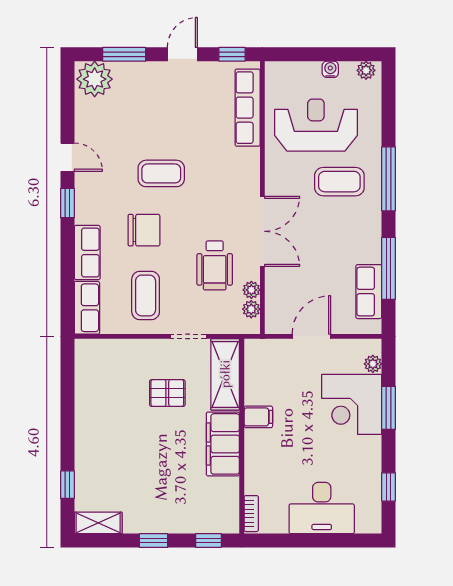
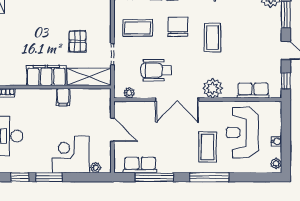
row of seats: (248, 108) -> (253, 91), width x0.68
reception desk: (316, 125) -> (242, 133), turned 180
chair: (144, 230) -> (178, 27), turned 180
plant: (251, 290) -> (213, 88), moved, width x1.88, depth x1.88
window: (389, 408) -> (49, 177), moved

